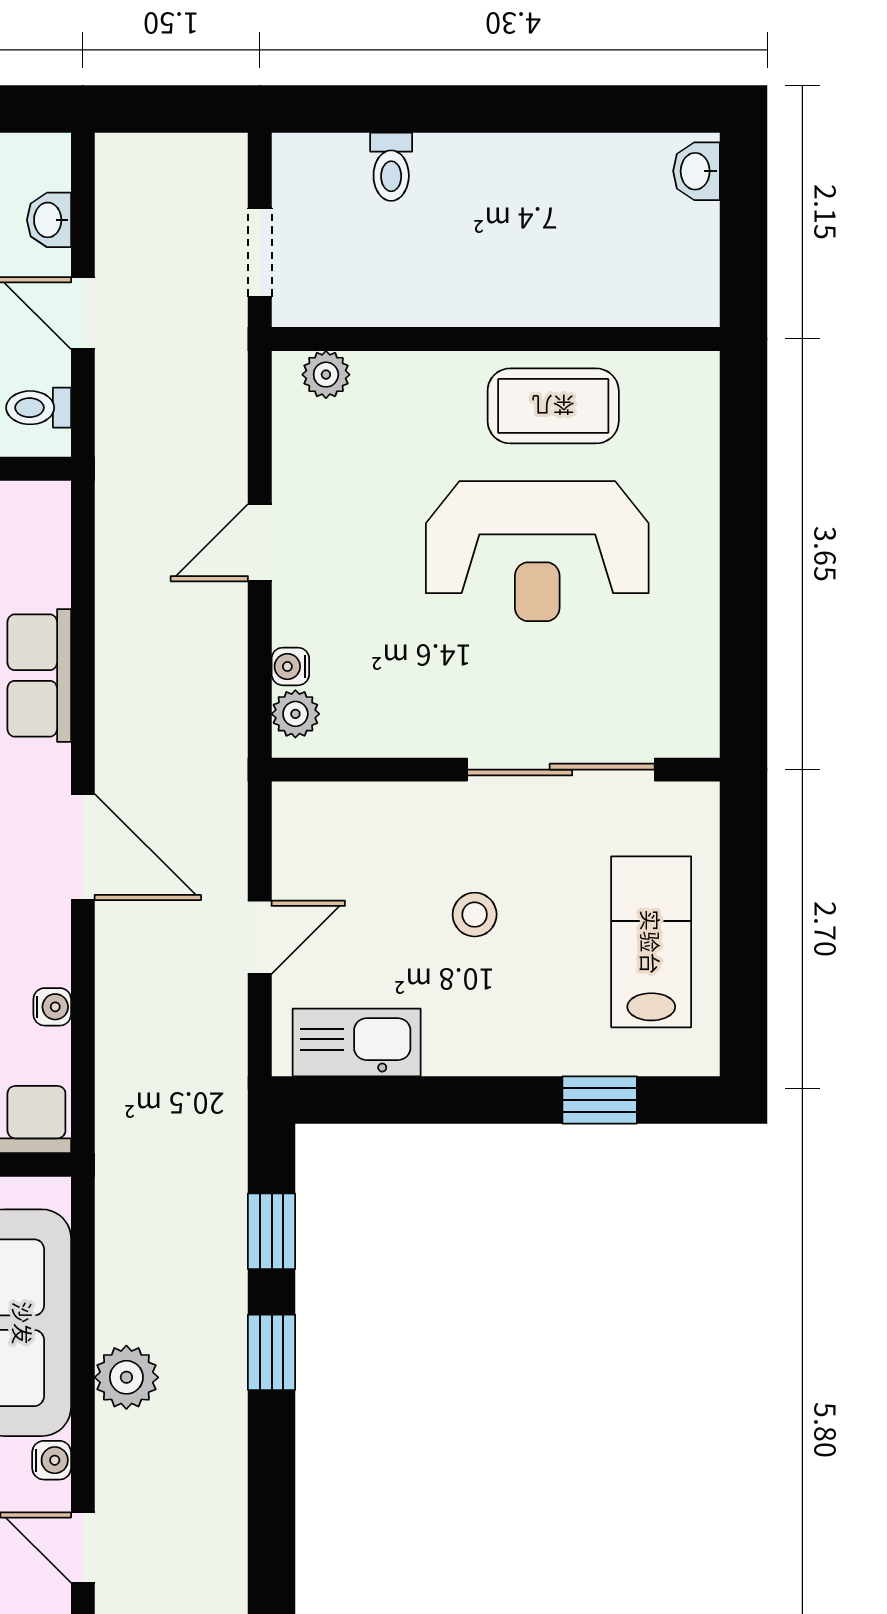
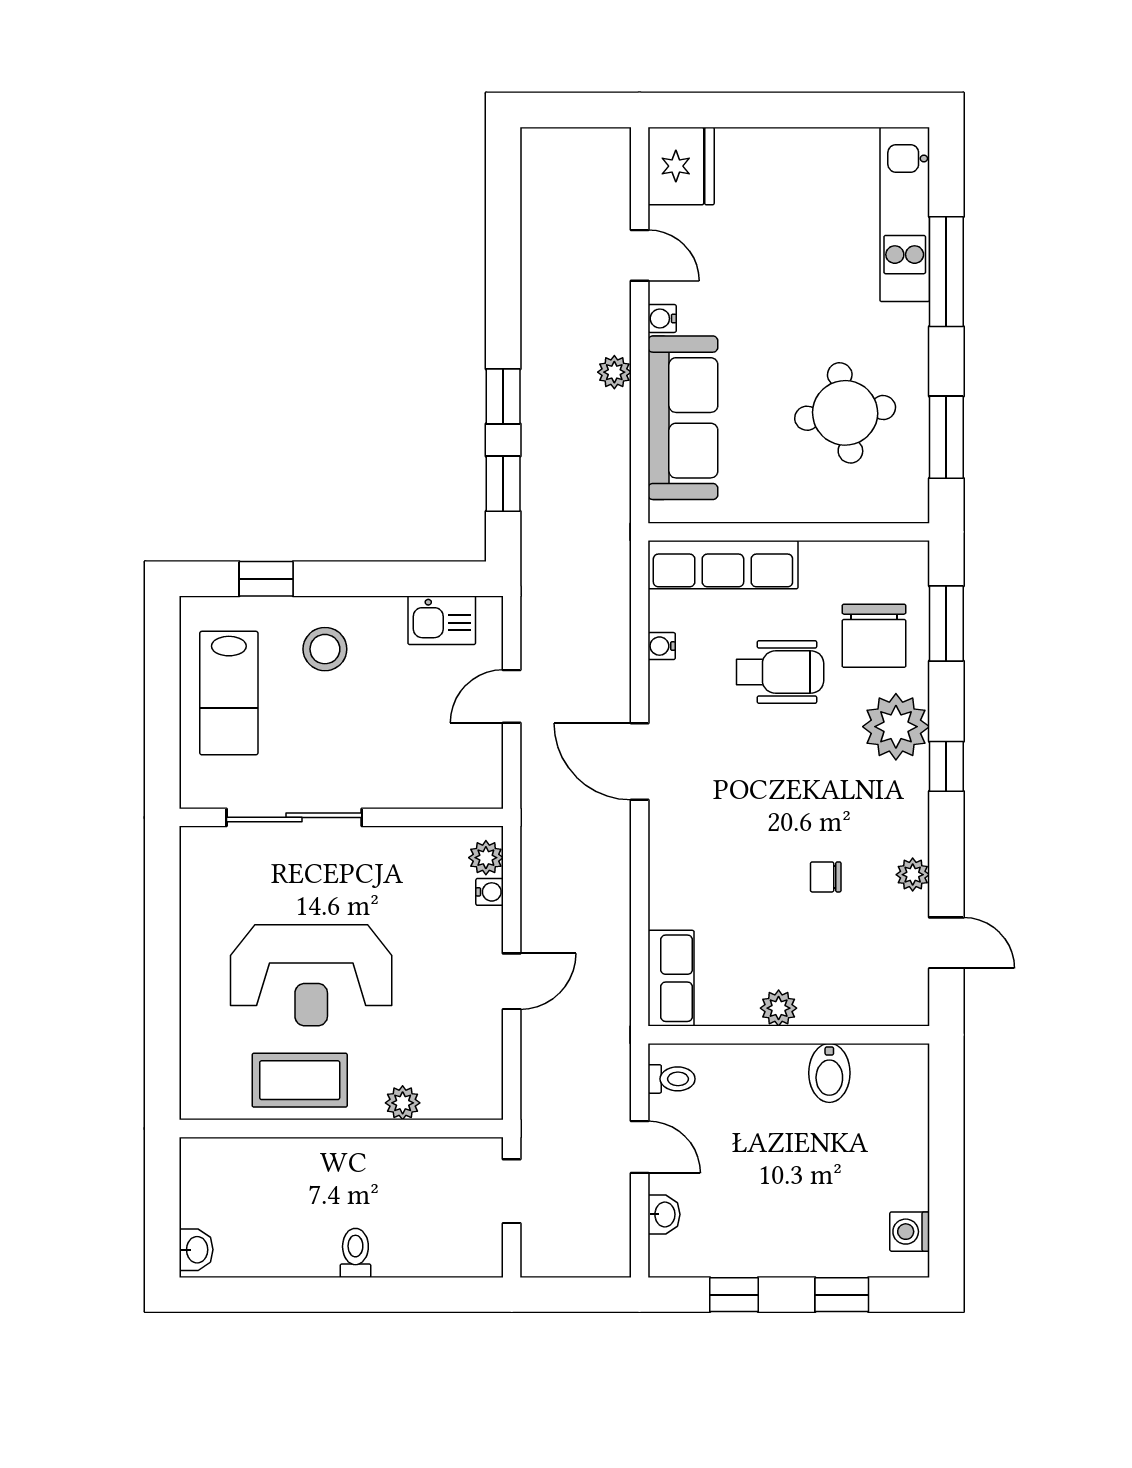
toilet: (391, 167) -> (355, 1253), moved
plant: (326, 375) -> (403, 1103), moved
reception desk: (537, 551) -> (311, 975), turned 180
row of seats: (39, 675) -> (671, 978), moved
stool: (475, 915) -> (325, 649), moved, width x1.37, depth x1.37
kitchen sink: (357, 1043) -> (442, 620), width x0.73
plant: (126, 1377) -> (614, 372), width x0.73, depth x0.73

